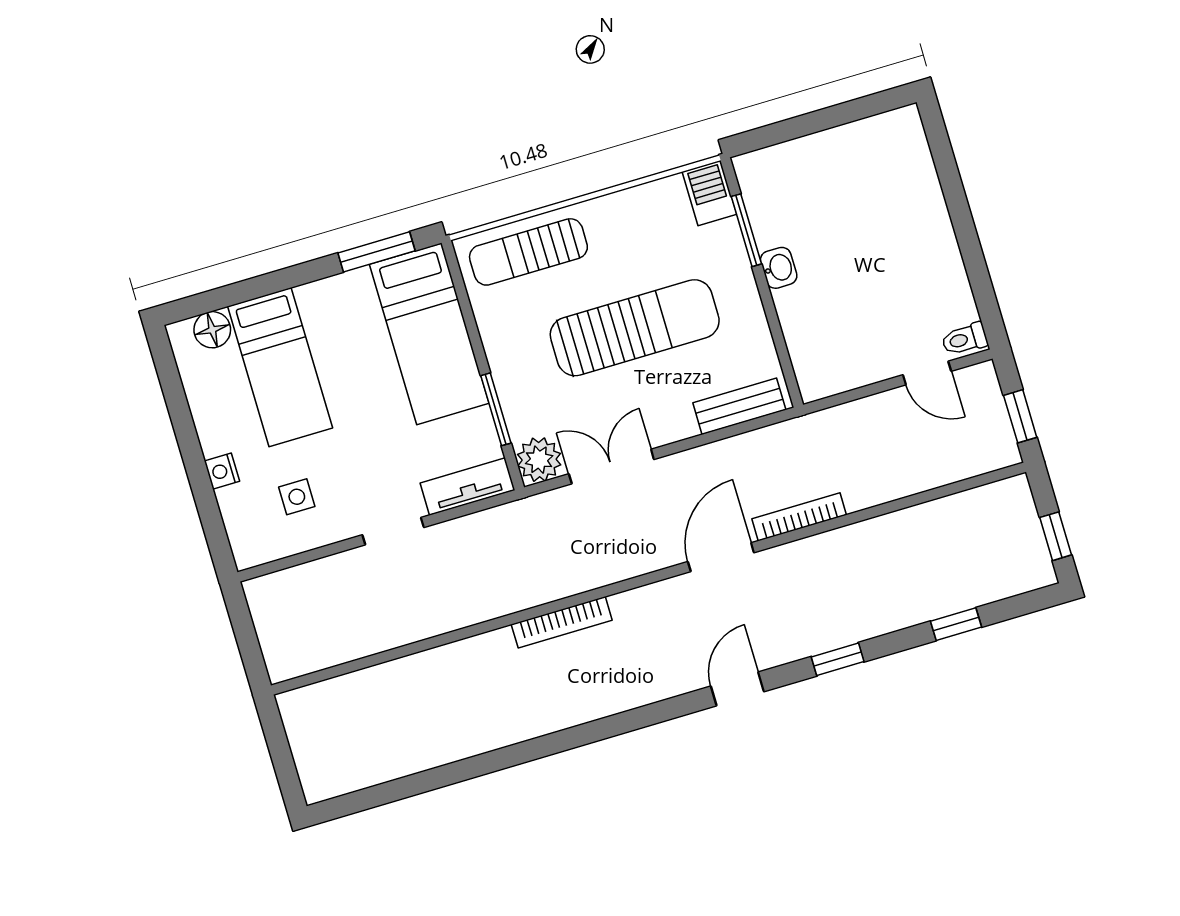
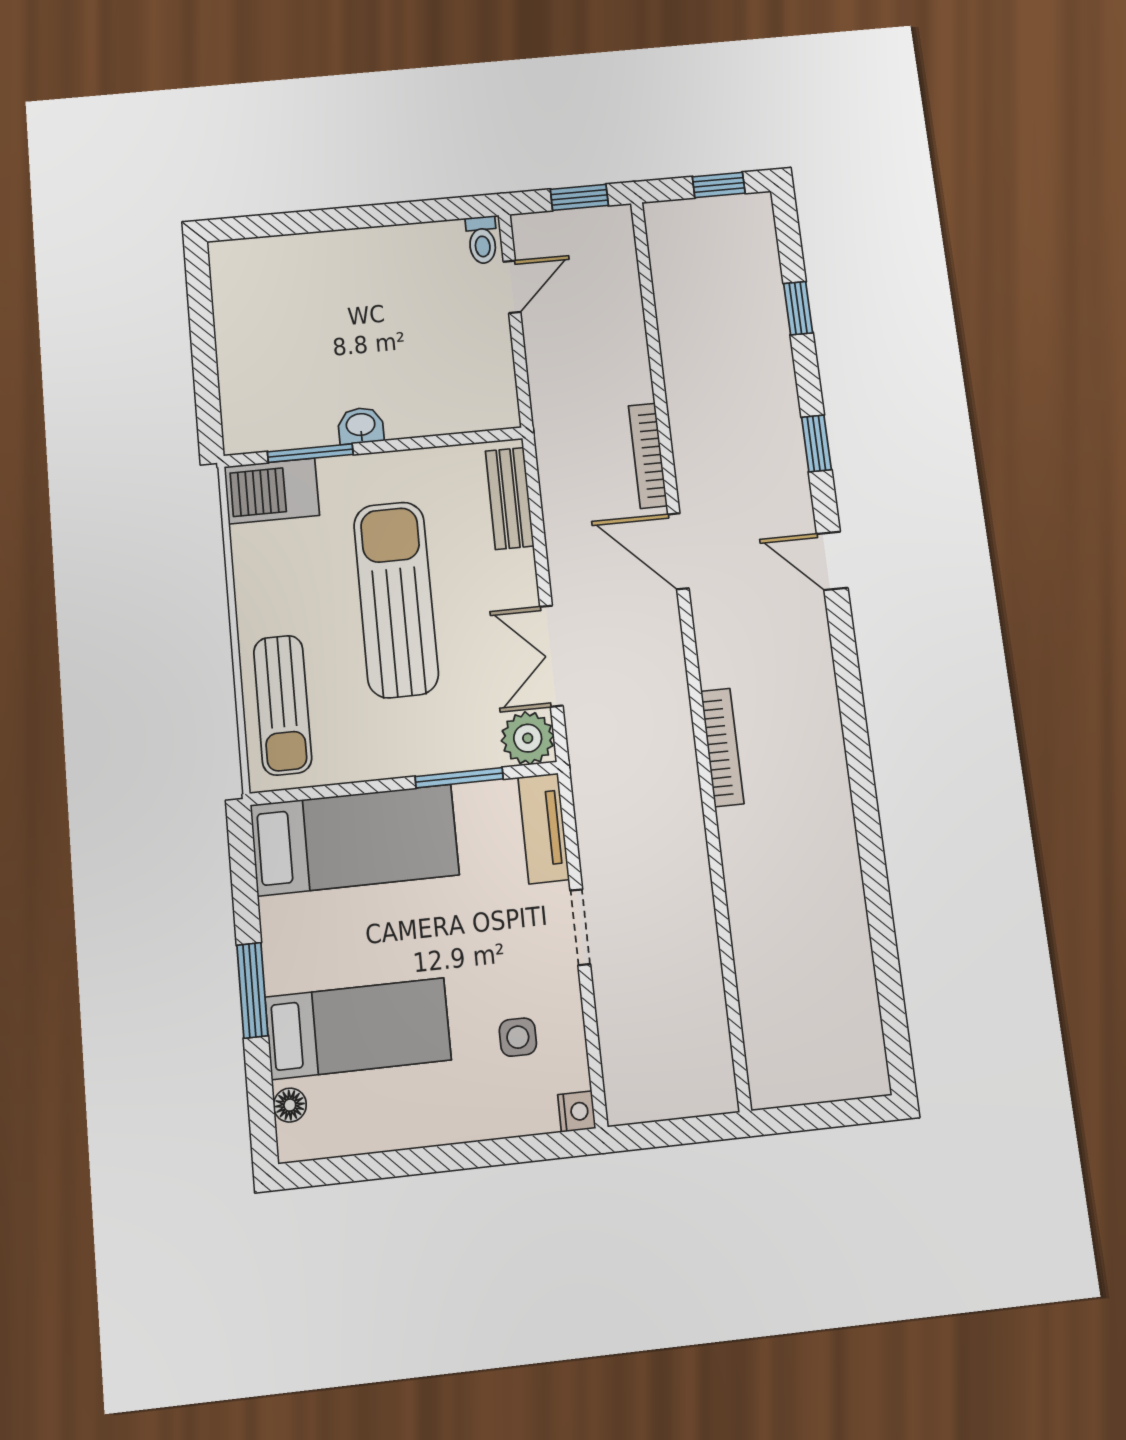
barbecue: (709, 193) -> (272, 491), width x1.38, depth x1.27
window: (376, 252) -> (252, 990), moved
floor lamp: (212, 330) -> (290, 1105), width x0.73, depth x0.73
nightstand: (222, 471) -> (577, 1112), moved, turned -90

